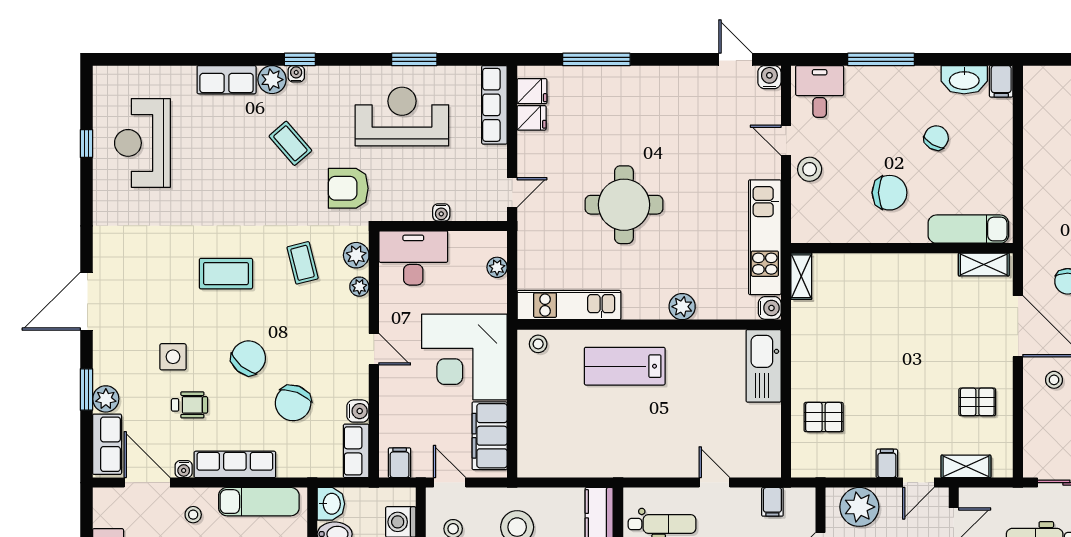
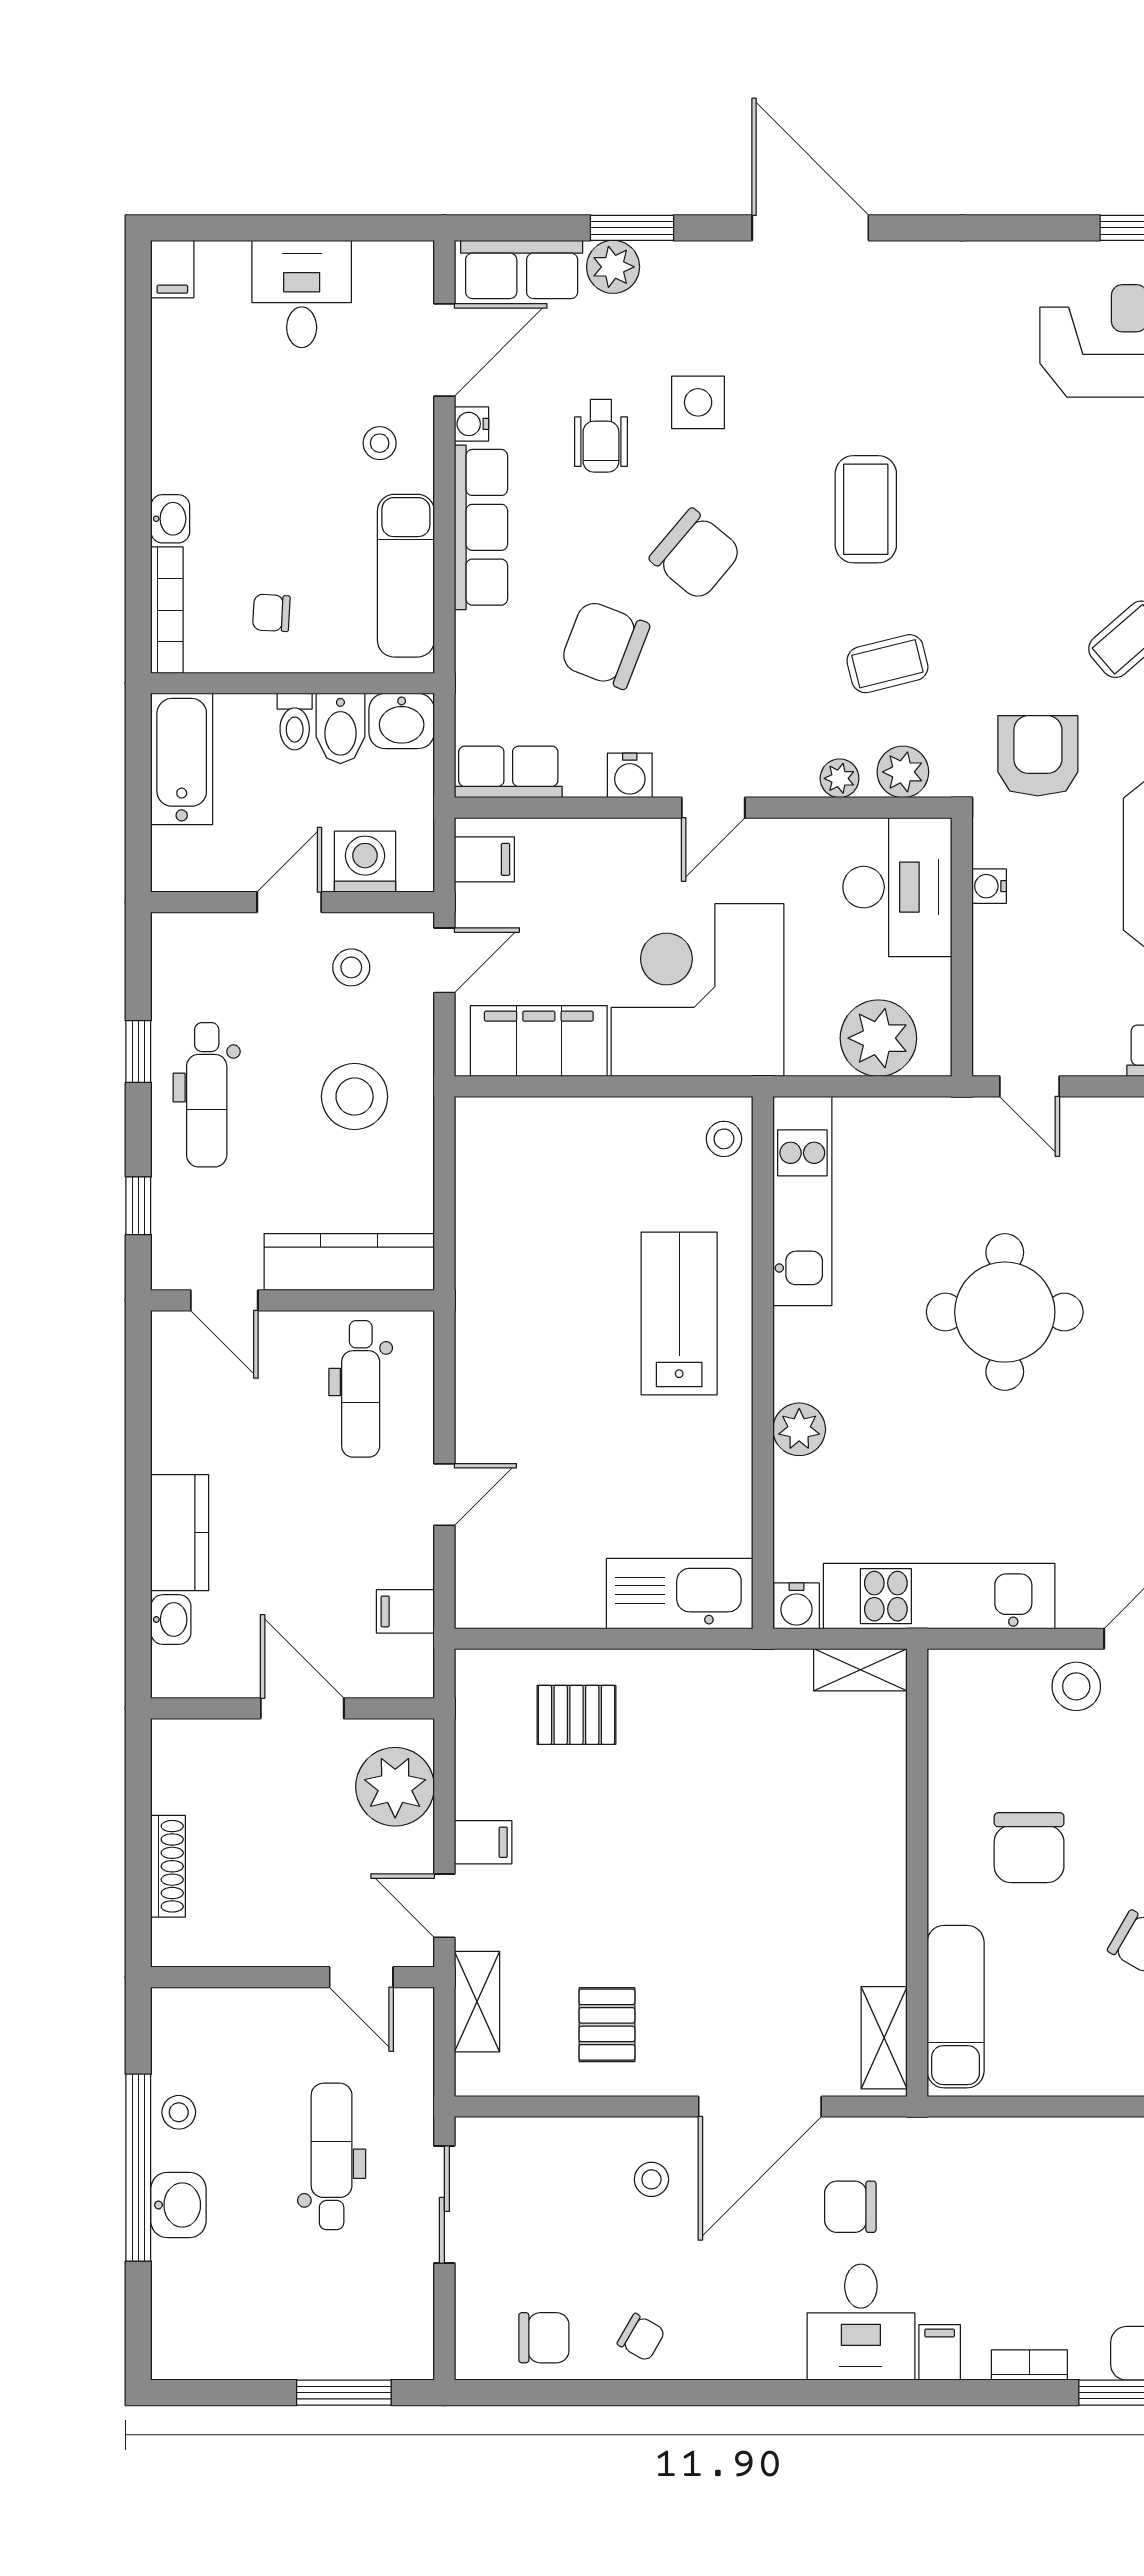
water cooler: (441, 212) -> (989, 886), moved
plant: (497, 267) -> (878, 1038), width x1.88, depth x1.88
water cooler: (358, 411) -> (630, 775), moved
pallet: (824, 417) -> (576, 1715), turned 90

